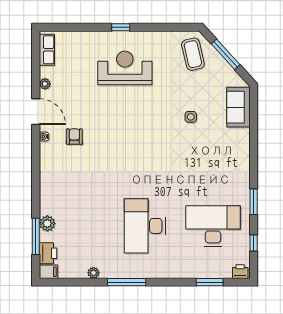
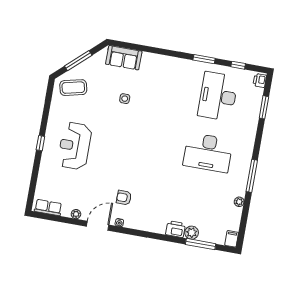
printer: (48, 253) -> (176, 229), moved

